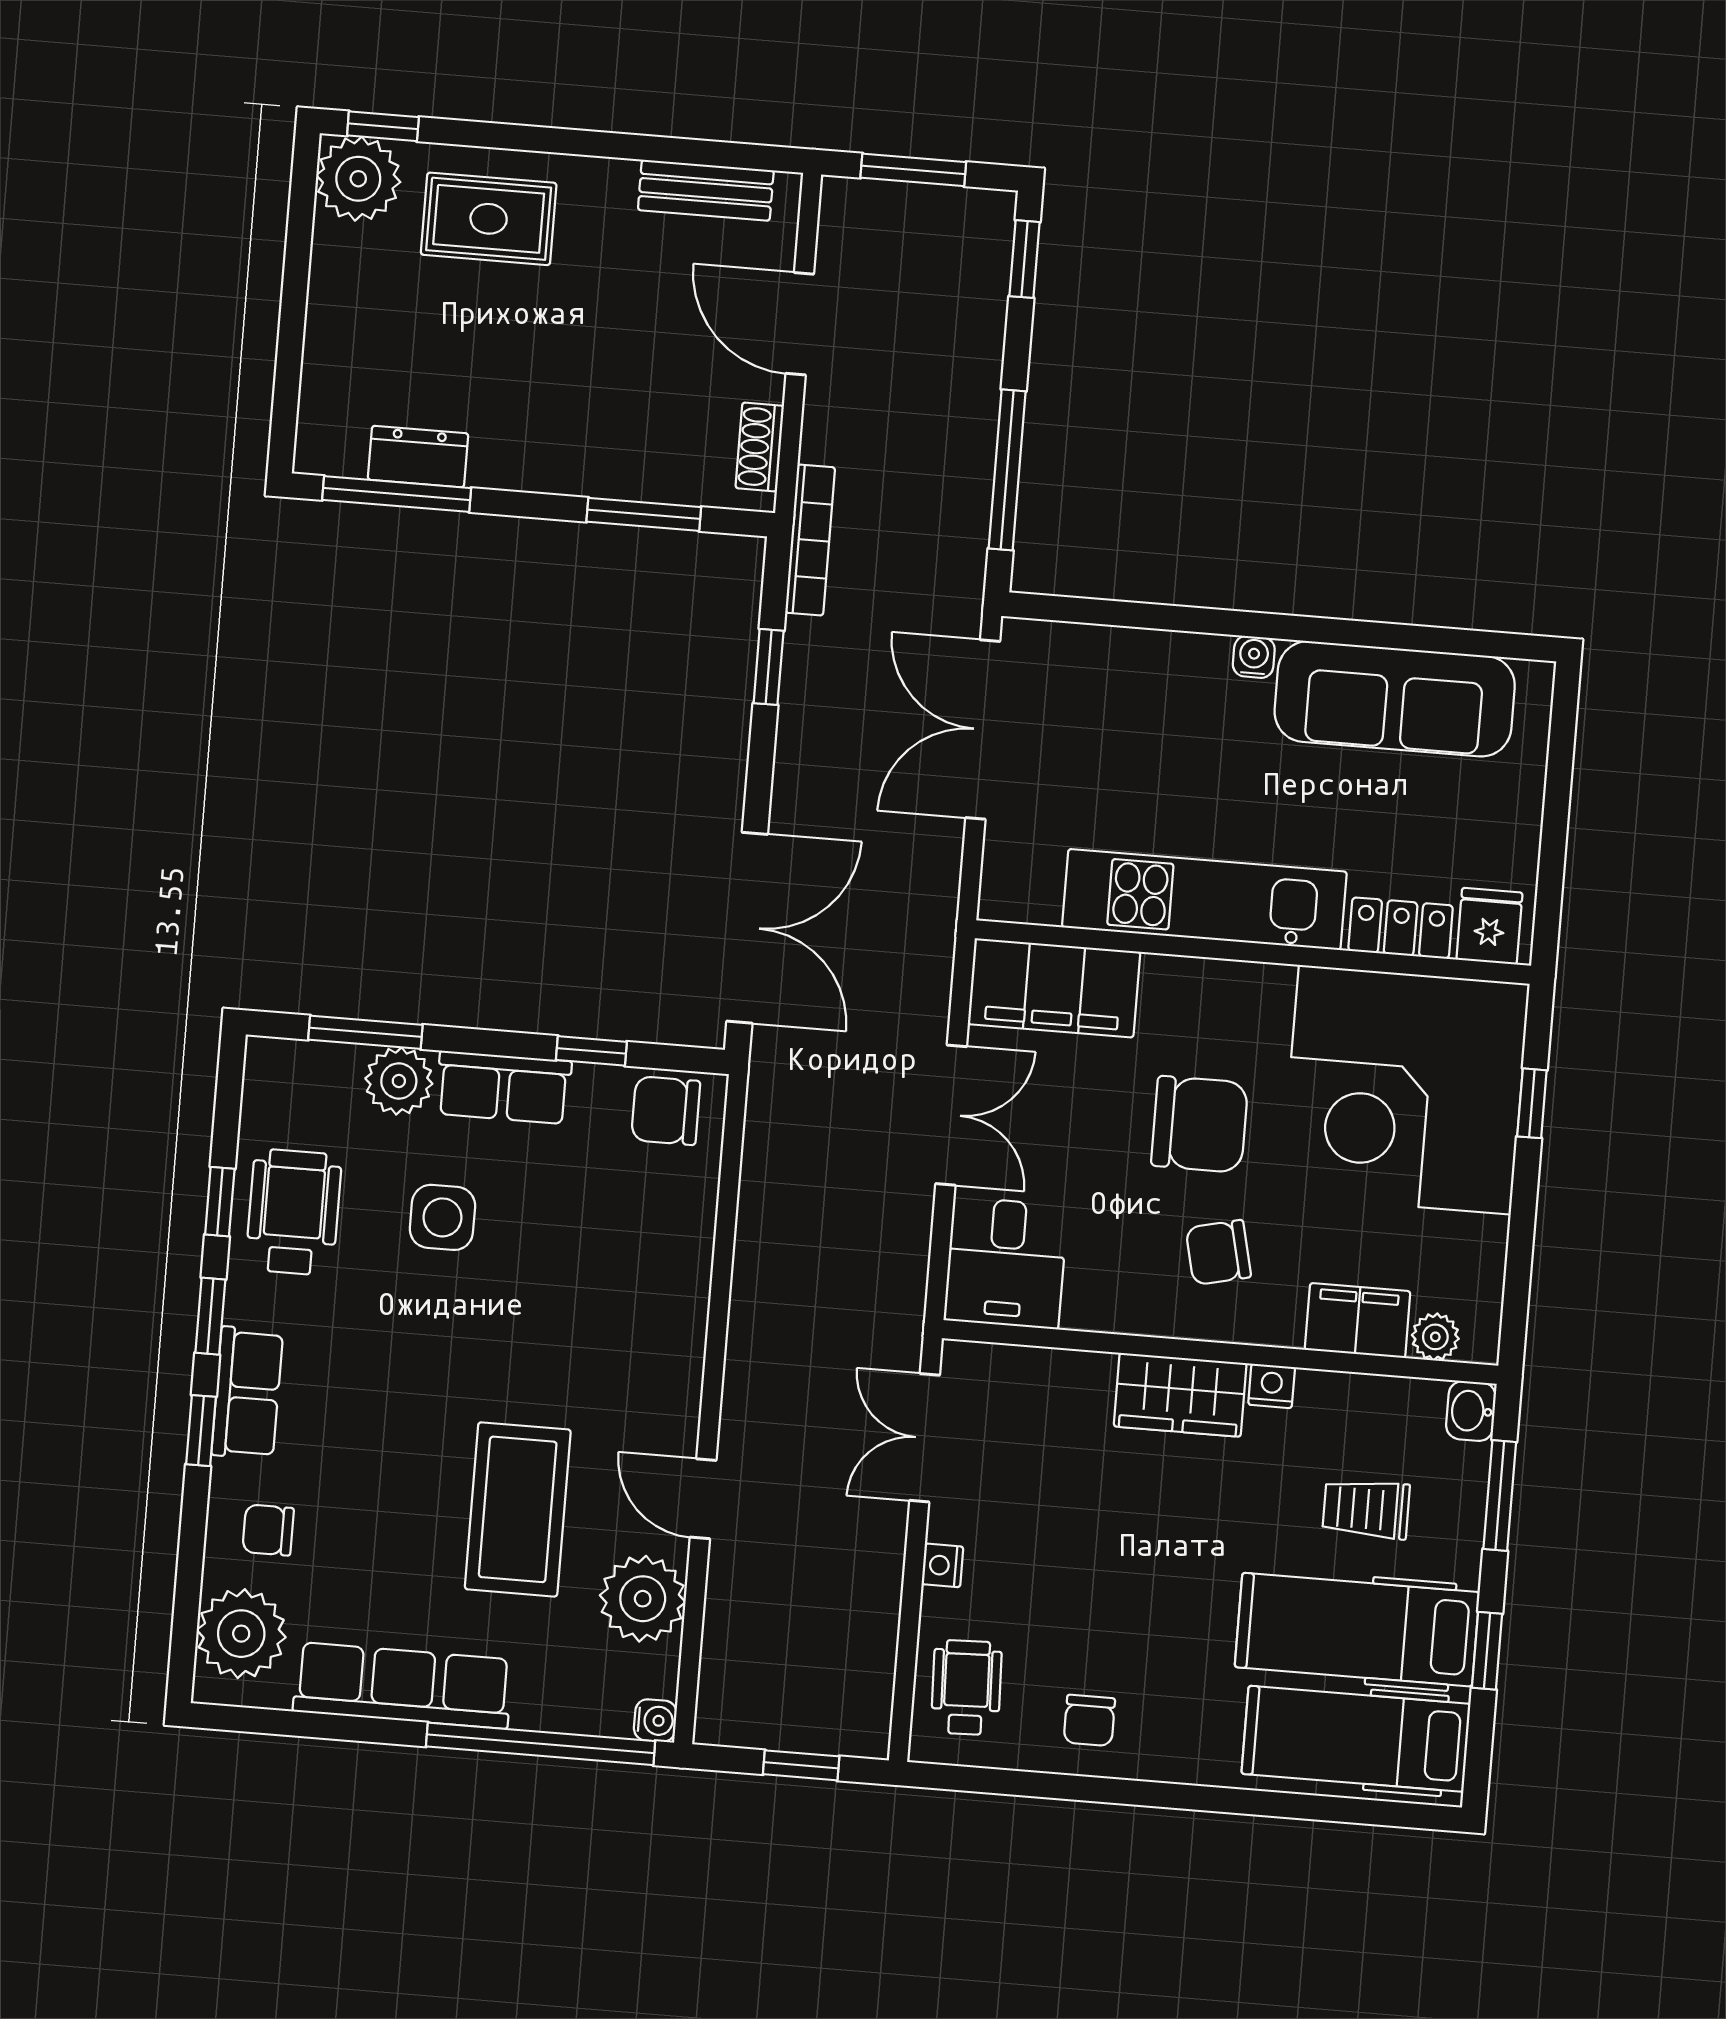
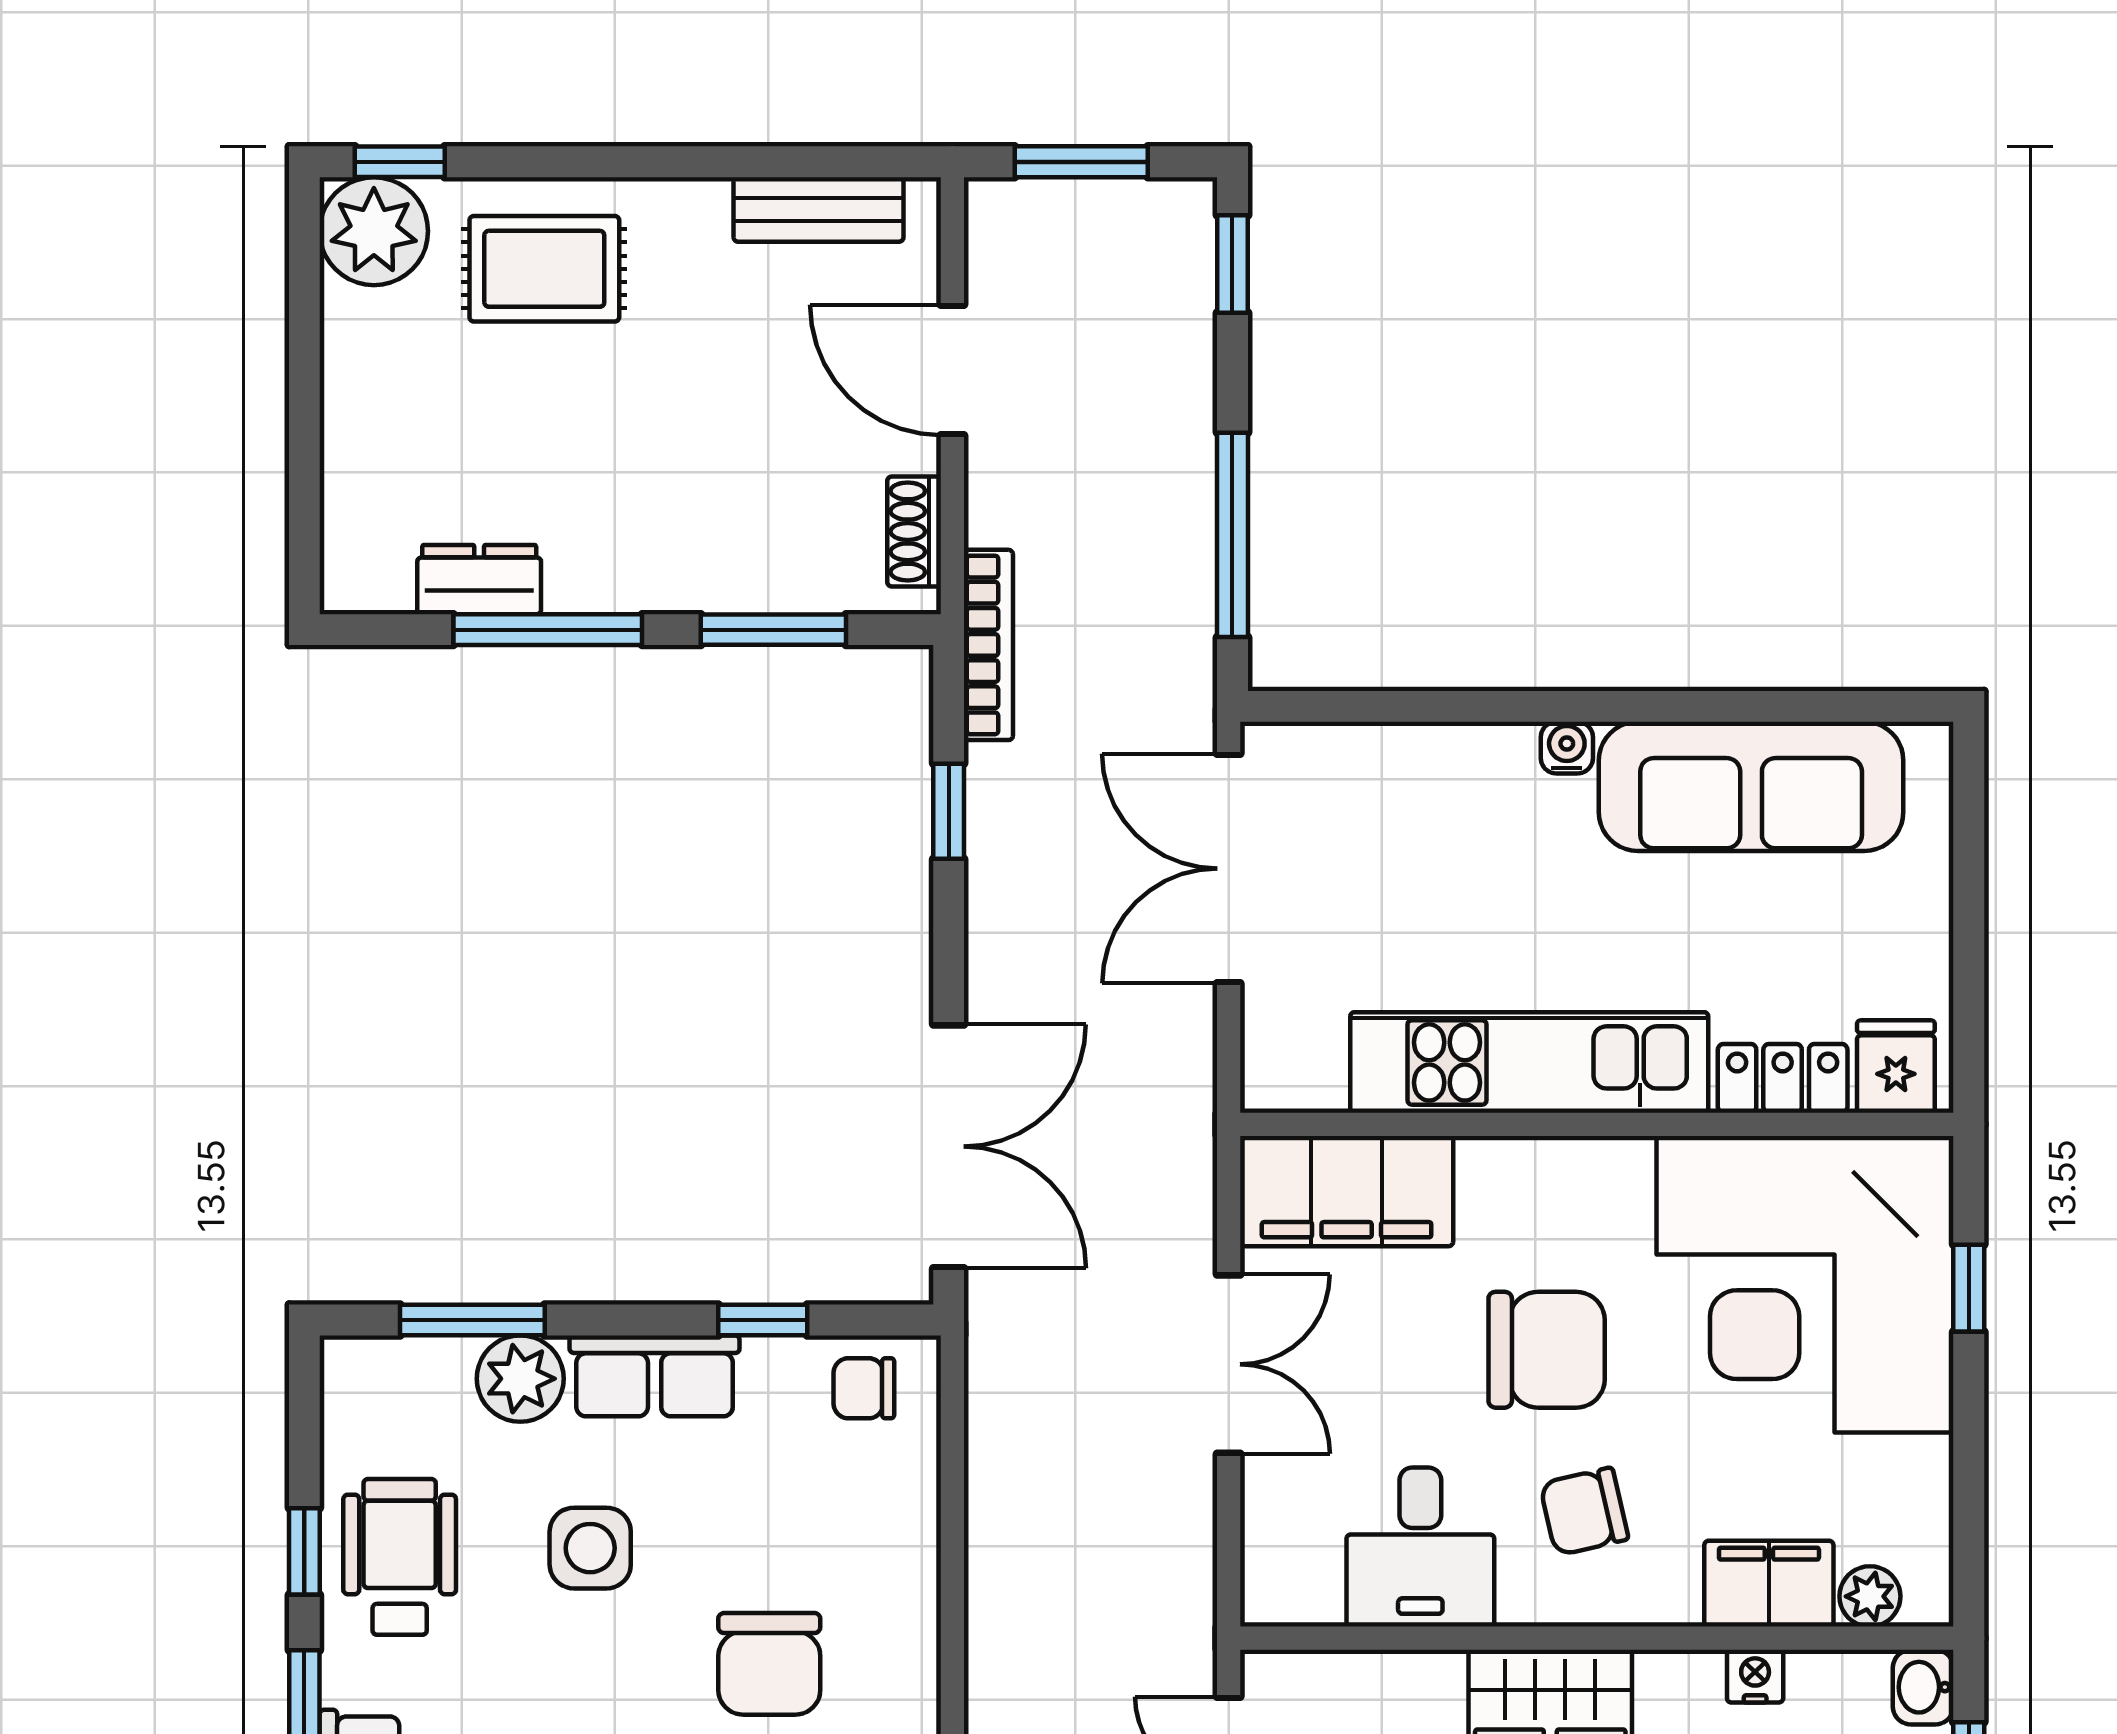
window: (397, 494) -> (548, 630), moved
chair: (666, 1111) -> (864, 1388), width x0.73, depth x0.73
desk: (1006, 1263) -> (1420, 1547), moved
chair: (574, 1319) -> (769, 1664), added
nightstand: (1272, 1386) -> (1755, 1676), moved

